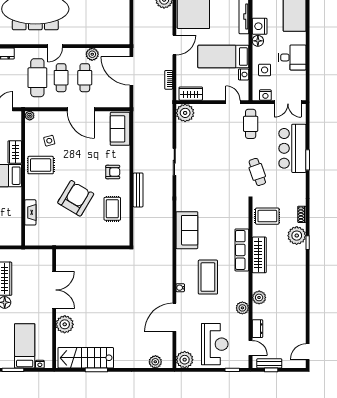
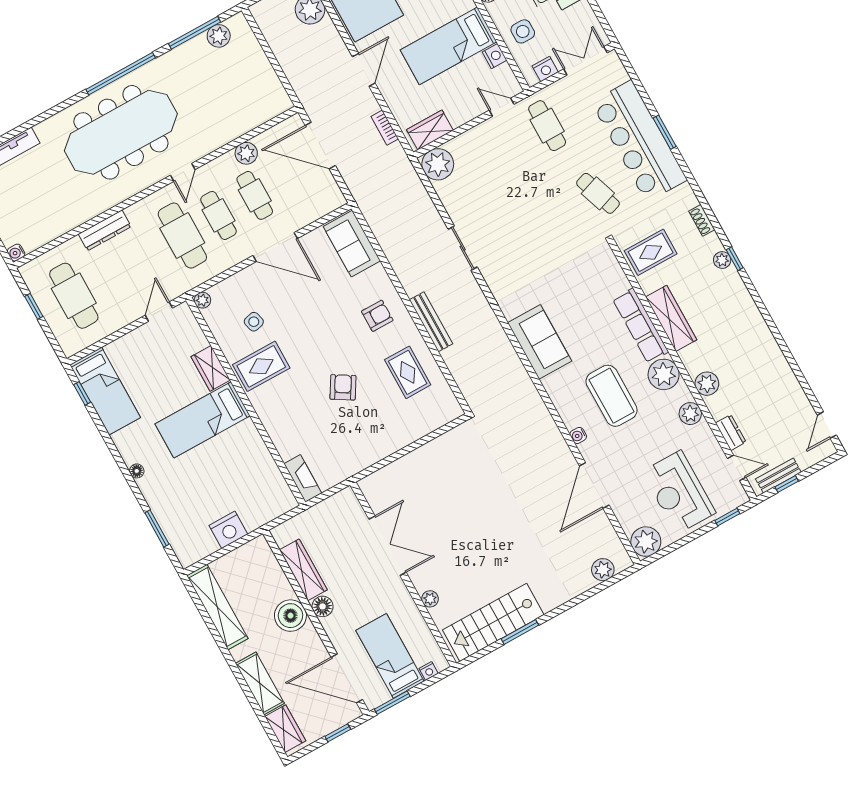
double door: (288, 102) -> (585, 61), swing flipped
bar counter: (292, 148) -> (639, 141), width x1.36
armchair: (76, 198) -> (343, 387), width x0.53, depth x0.53
fireplace: (30, 212) -> (303, 478), moved
plant: (297, 236) -> (722, 260), width x0.53, depth x0.53
plant: (240, 281) -> (664, 374), added
plant: (65, 324) -> (430, 599), width x0.53, depth x0.53
reception desk: (215, 344) -> (679, 492), turned 180

